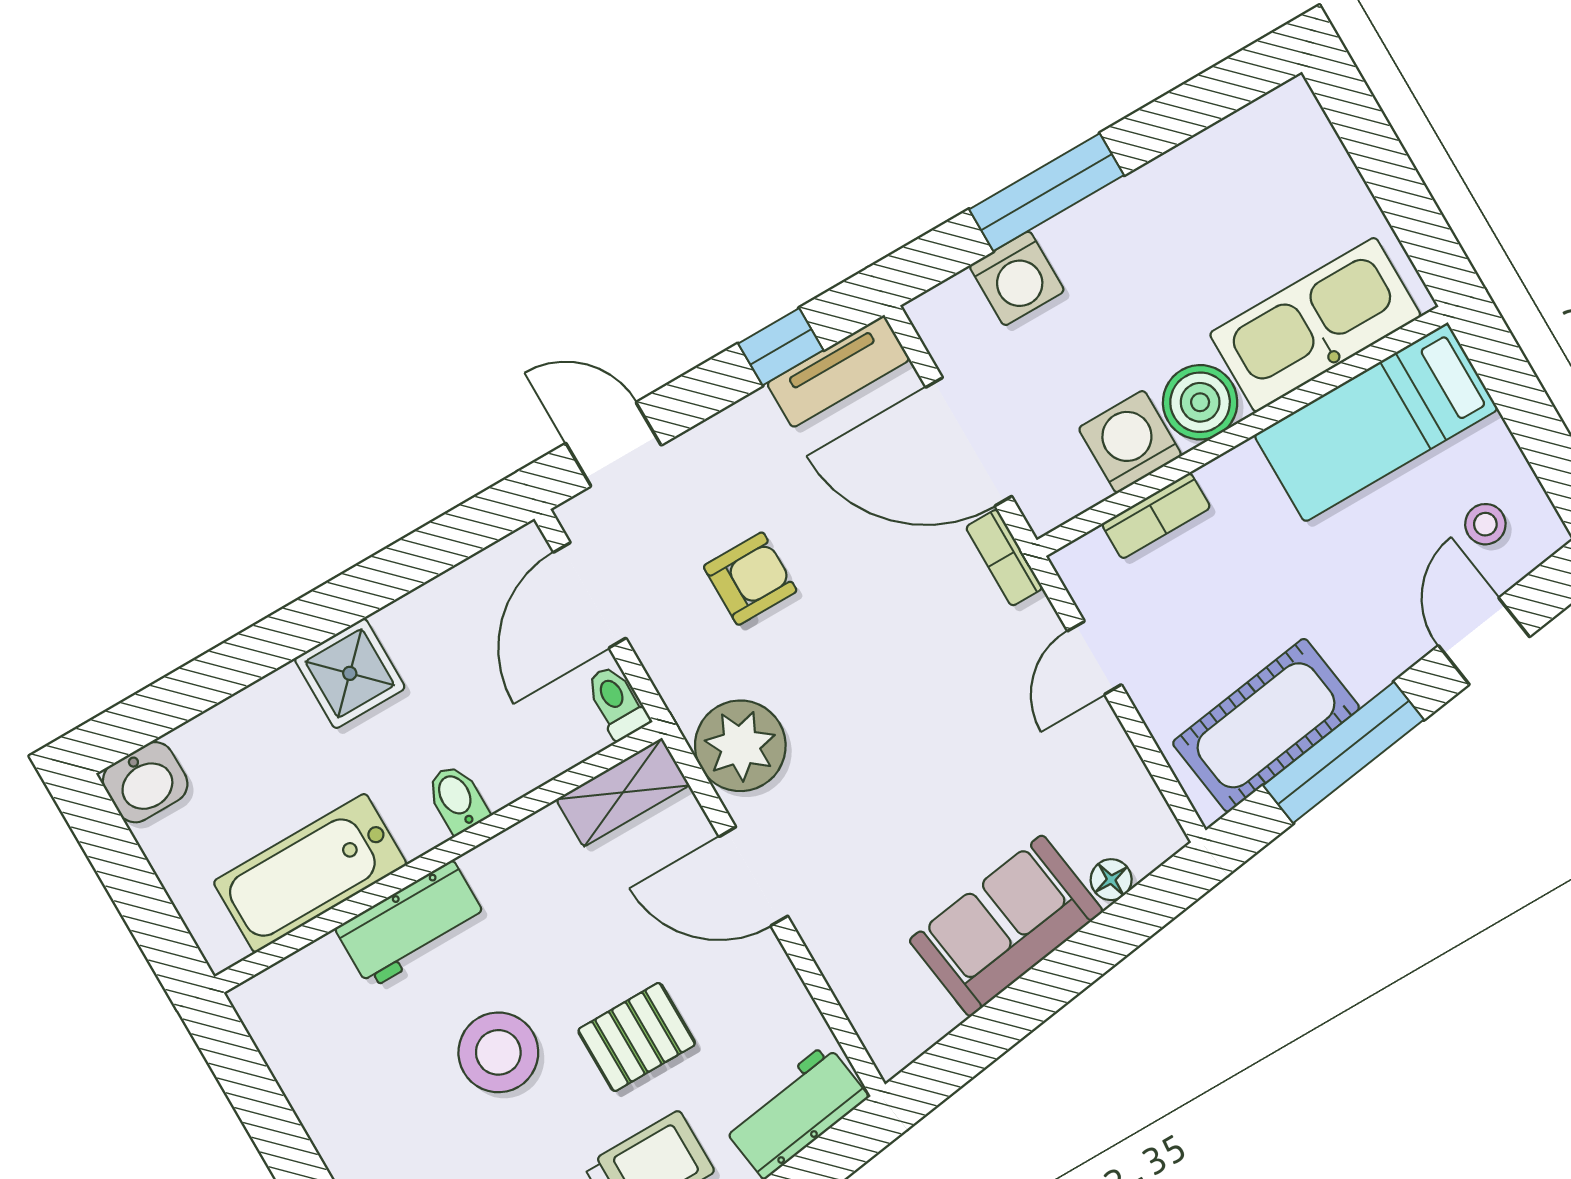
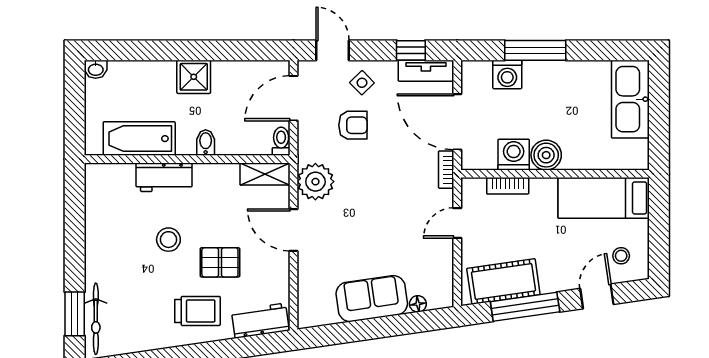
kitchen sink: (1315, 325) -> (630, 99), moved, turned -90
side table: (717, 477) -> (362, 83), added
washbasin: (145, 782) -> (96, 69), width x0.72, depth x0.69
stool: (498, 1052) -> (168, 240), width x0.73, depth x0.73

